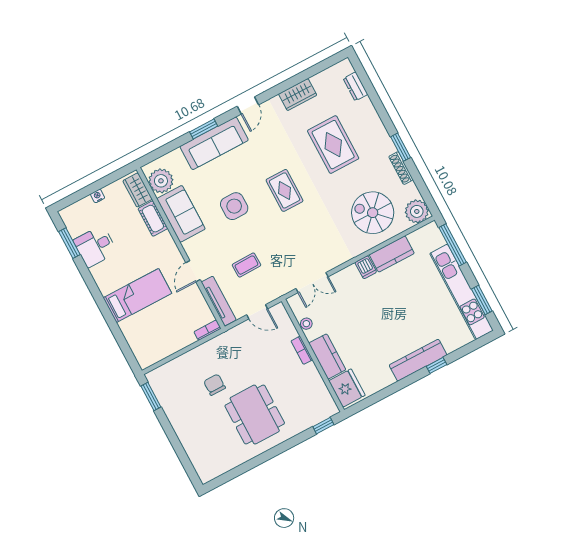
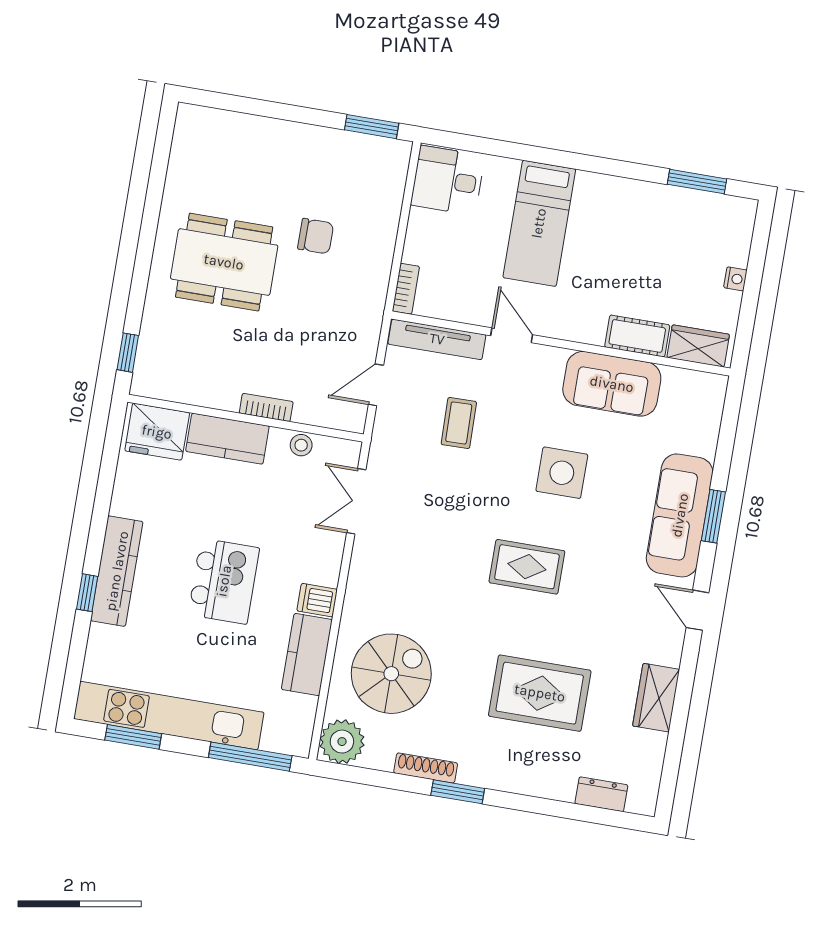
plant: (161, 181) -> (685, 392), removed
desk: (95, 246) -> (448, 180), moved, turned -90
kitchen island: (388, 312) -> (224, 581), added

